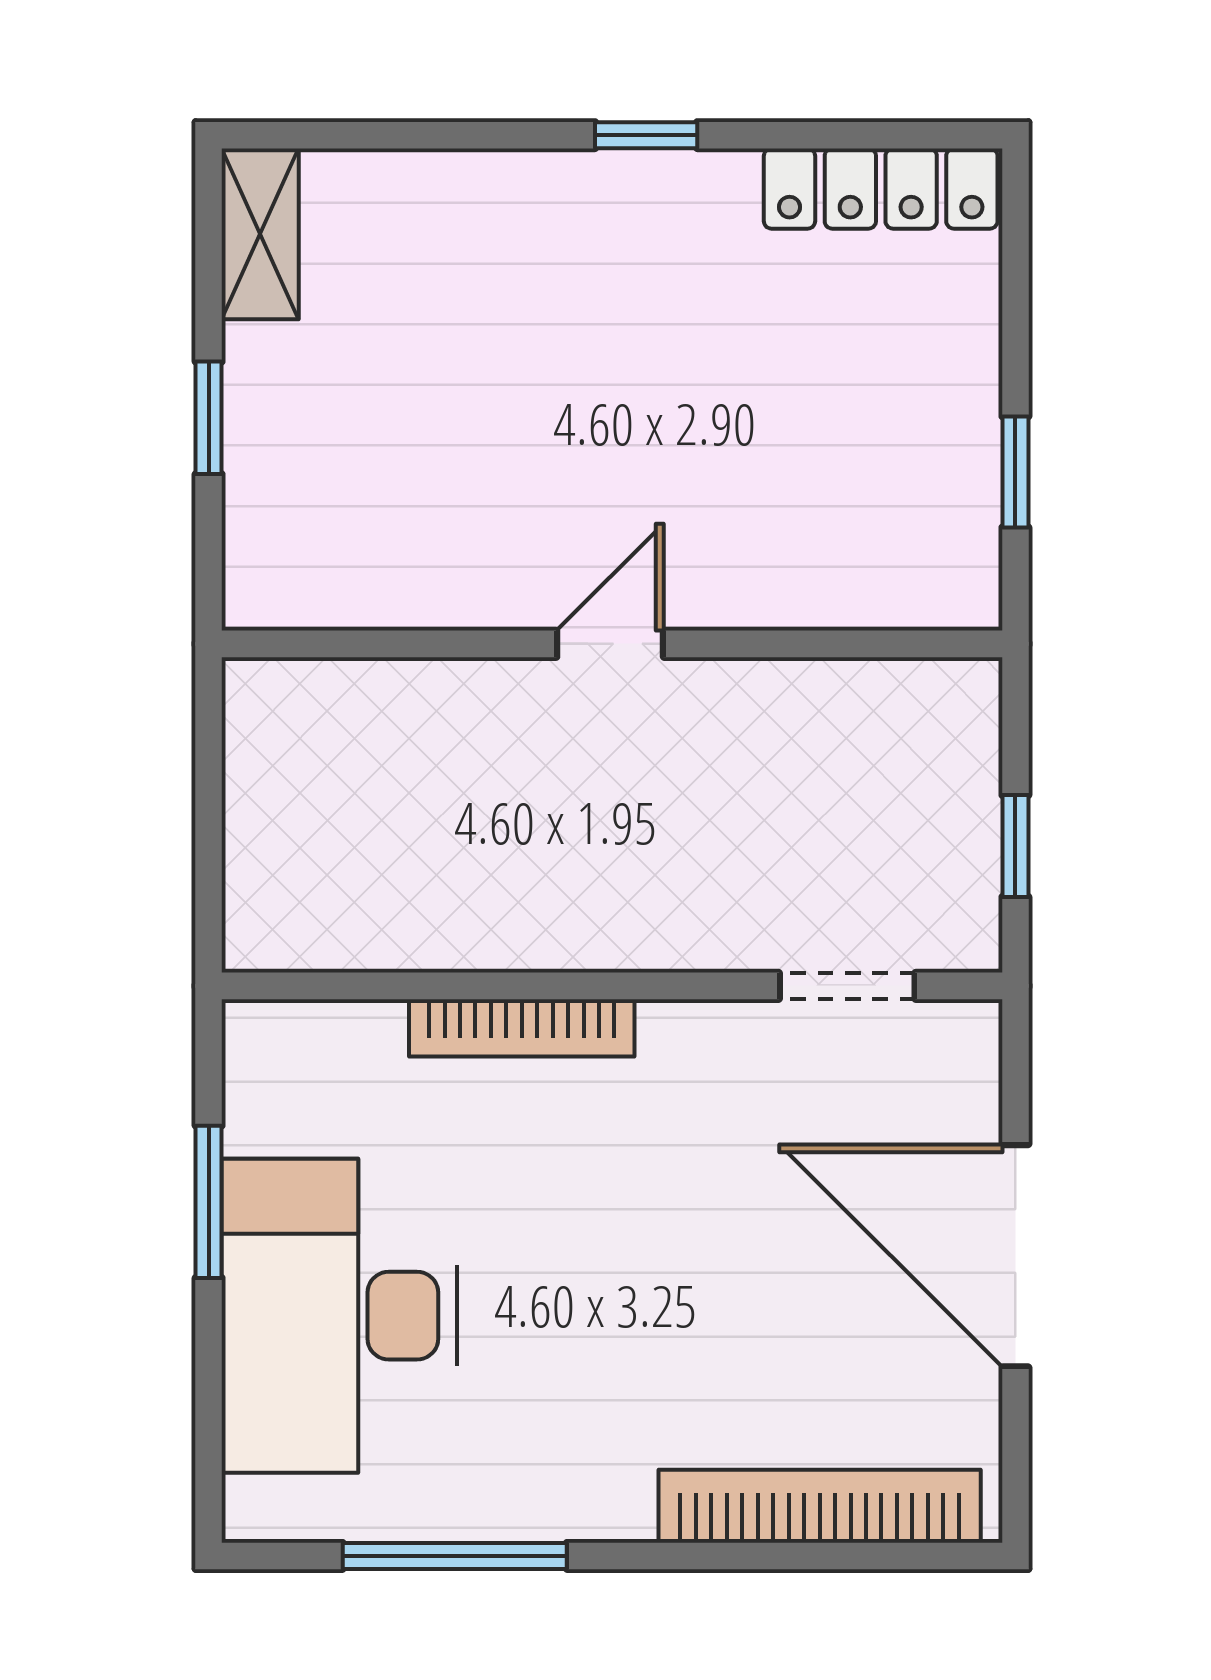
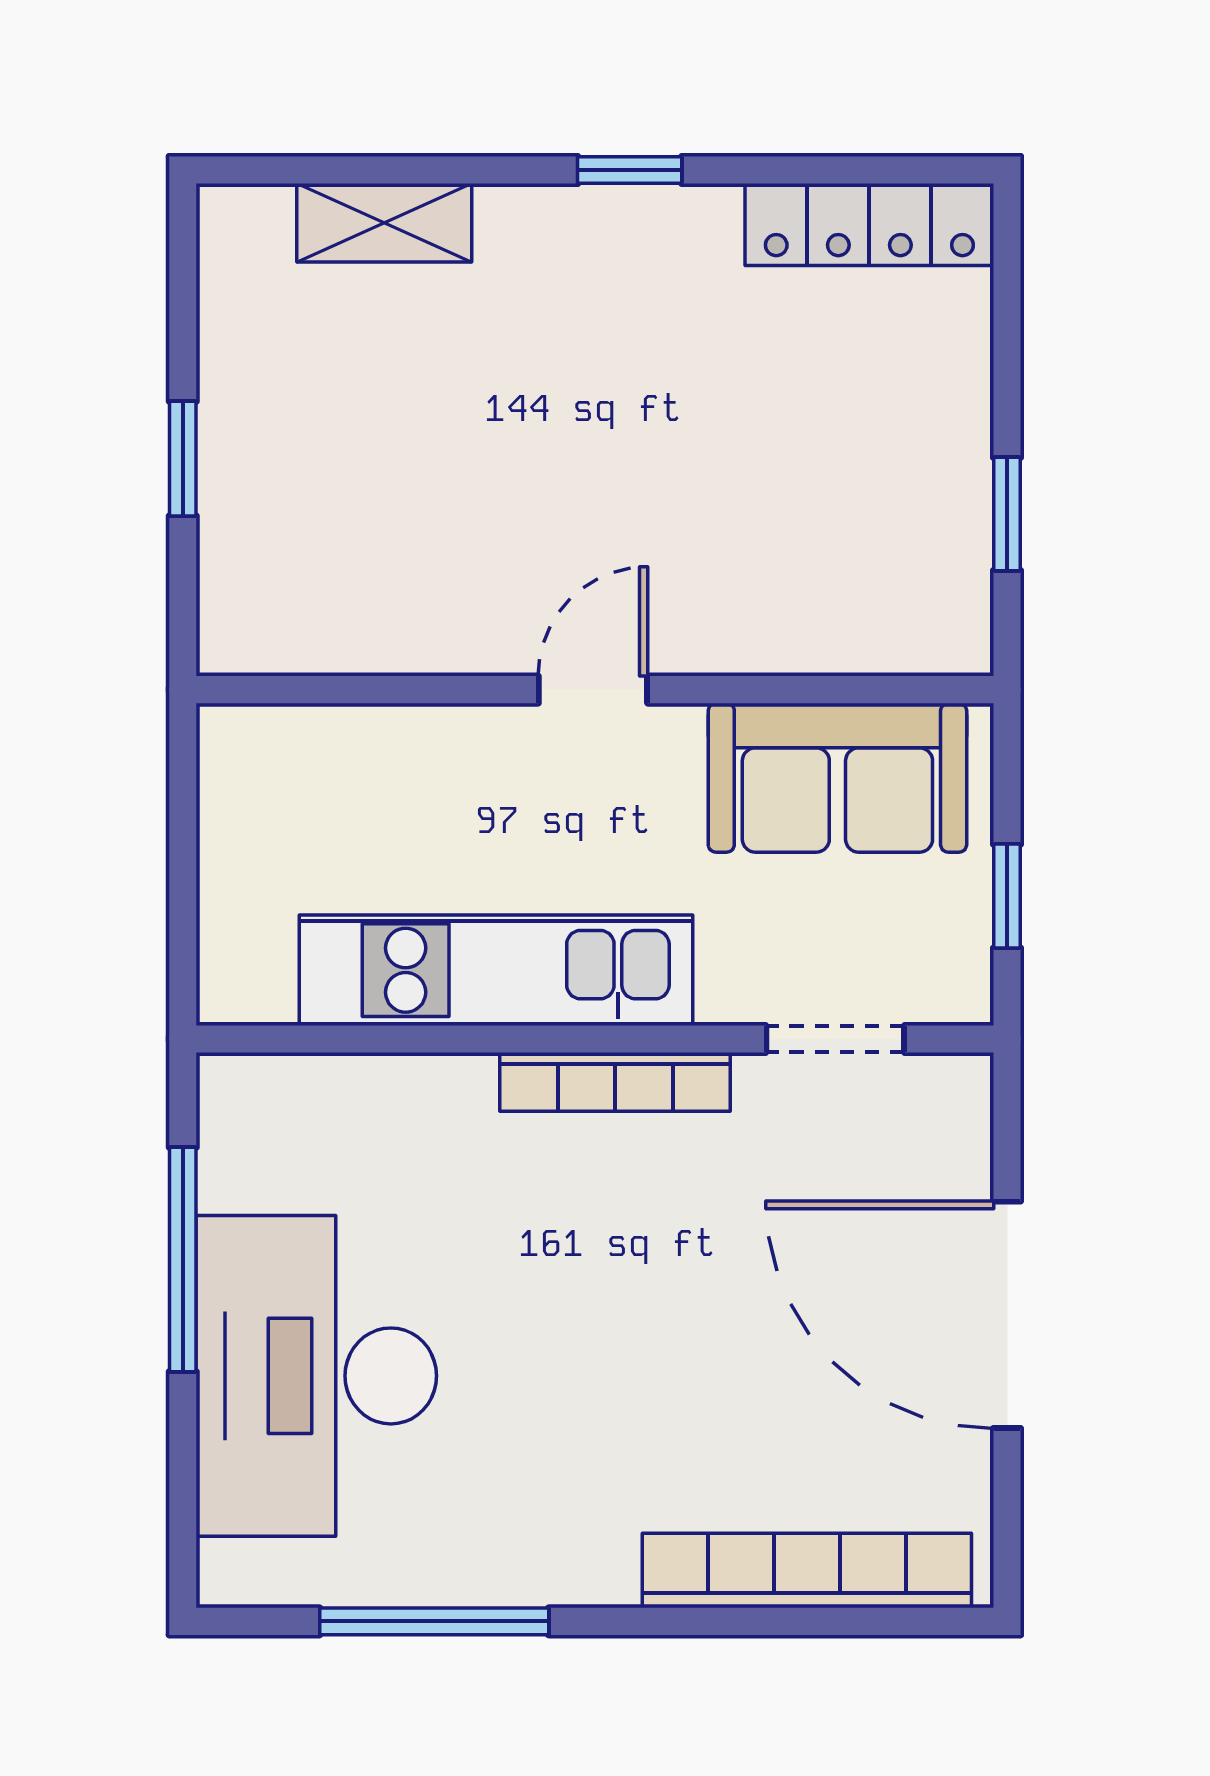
shelving: (260, 234) -> (384, 223), moved, turned 90
sofa: (849, 730) -> (837, 778), added
kitchen unit: (515, 919) -> (496, 970), added
bookcase: (522, 1028) -> (615, 1082), moved
window: (209, 1202) -> (183, 1260), width x1.44

